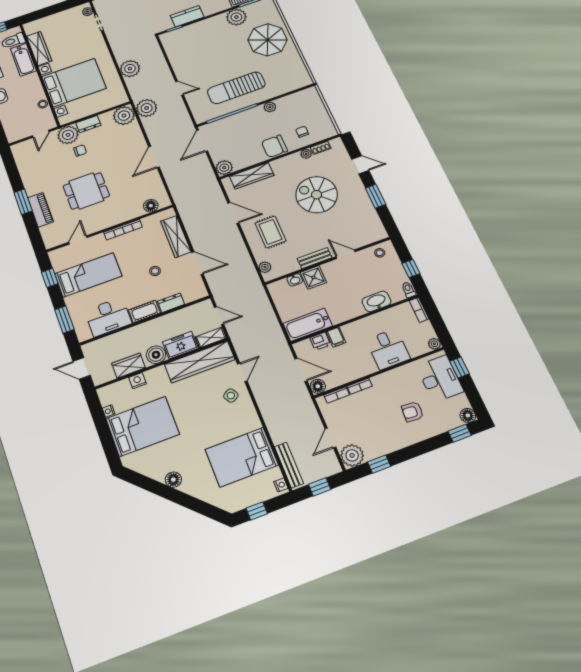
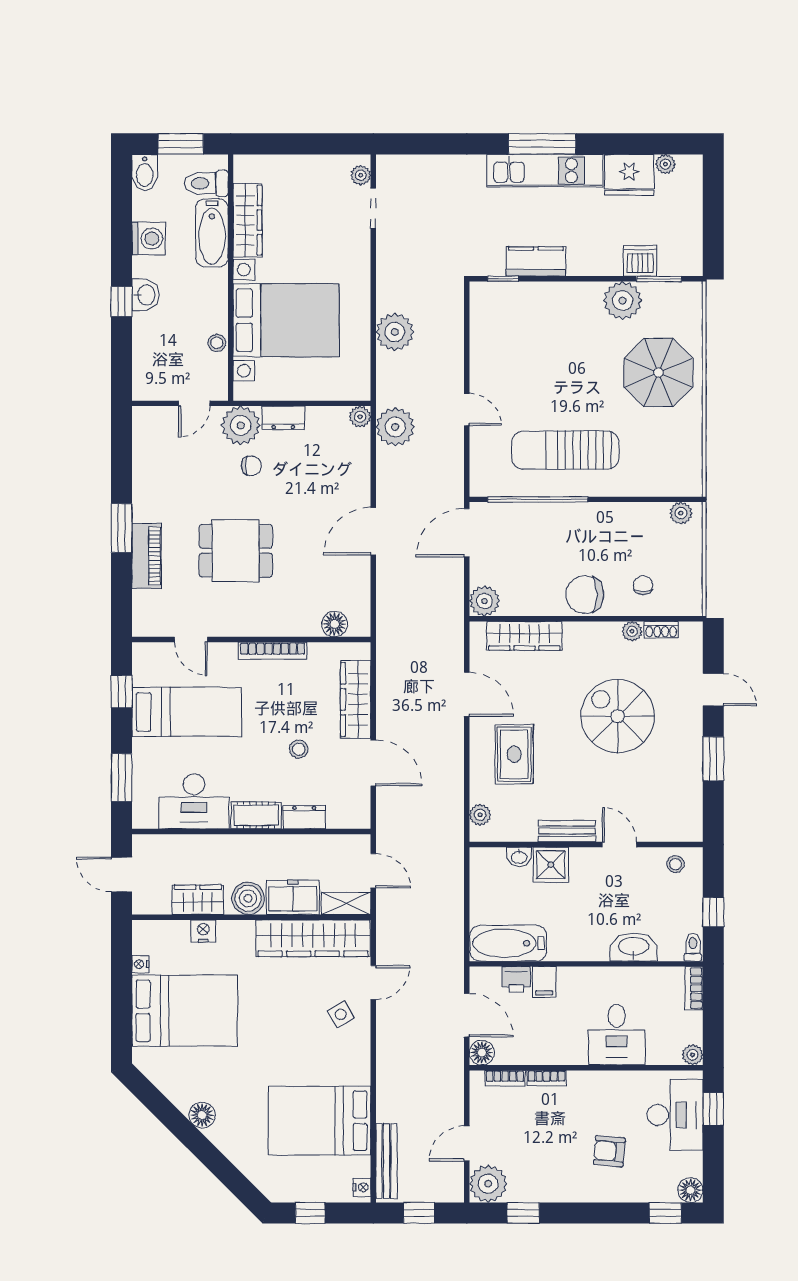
plant: (270, 107) -> (681, 513), moved
plant: (124, 116) -> (360, 417), width x0.53, depth x0.53
door: (78, 240) -> (191, 640), swing flipped

